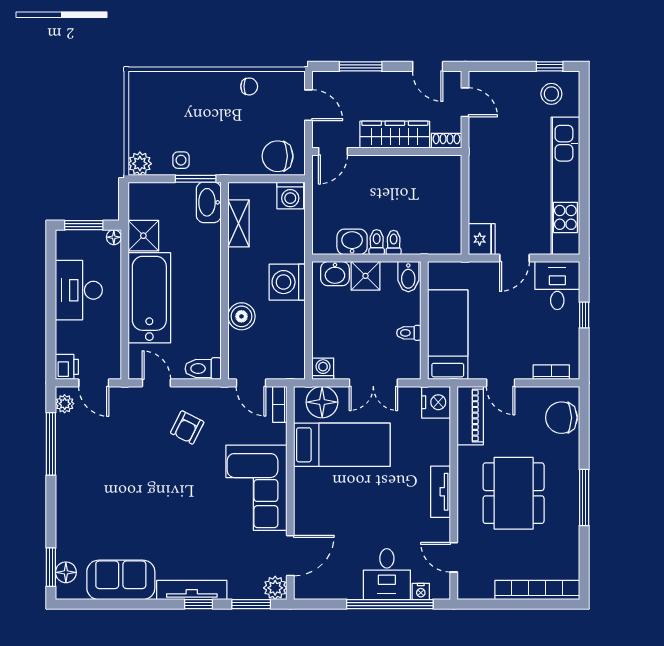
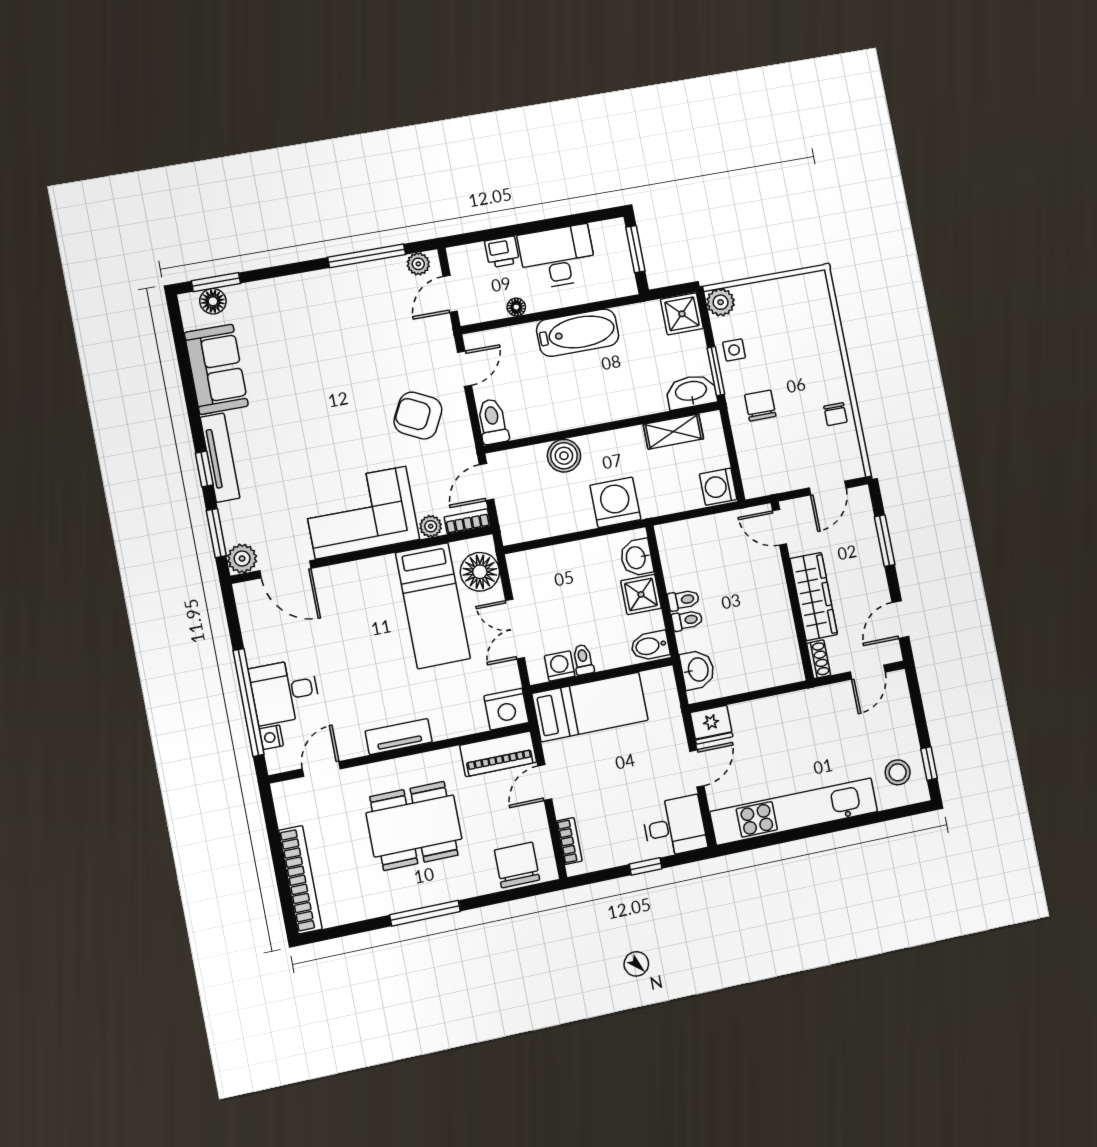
chair: (278, 156) -> (760, 406), moved, width x0.73, depth x0.73
shower: (143, 236) -> (682, 314), moved
floor lamp: (114, 237) -> (516, 307), moved
washbasin: (352, 242) -> (697, 670), moved
door: (514, 258) -> (697, 768), swing flipped
bathtub: (149, 298) -> (578, 333), width x0.73, depth x0.73
printer: (67, 367) -> (502, 252), moved
washing machine: (323, 369) -> (560, 666), moved, turned -90
armchair: (187, 427) -> (418, 416), width x1.38, depth x1.38
plant: (278, 434) -> (431, 526), added

